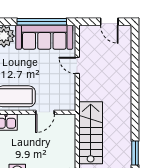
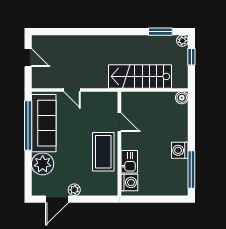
door: (109, 22) -> (28, 58), hinge flipped
door: (77, 65) -> (72, 90), hinge flipped

